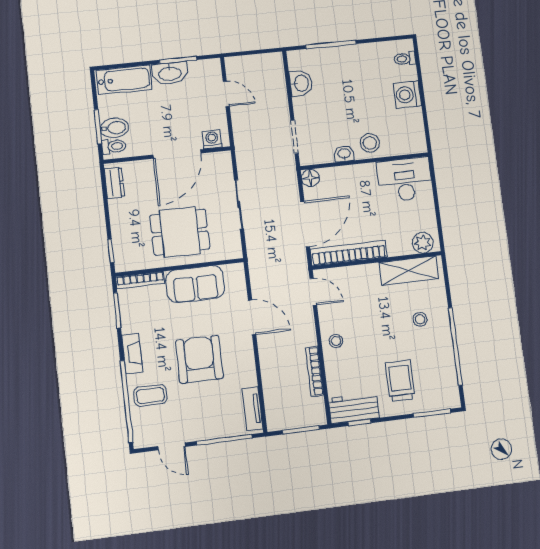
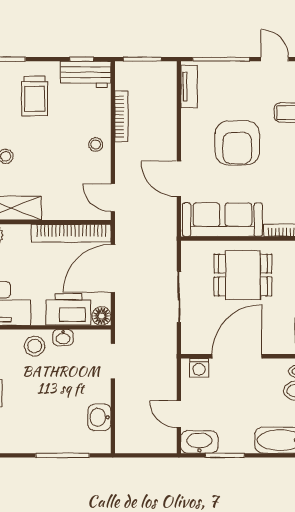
washbasin: (170, 73) -> (199, 442), moved
printer: (342, 181) -> (68, 309), added
sofa: (195, 284) -> (222, 220), width x1.36

